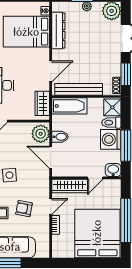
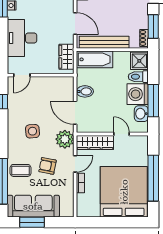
door: (51, 71) -> (75, 24), hinge flipped
plant: (41, 134) -> (65, 139), moved
washbasin: (113, 170) -> (141, 114), moved, turned -90
door: (95, 178) -> (121, 134), swing flipped

